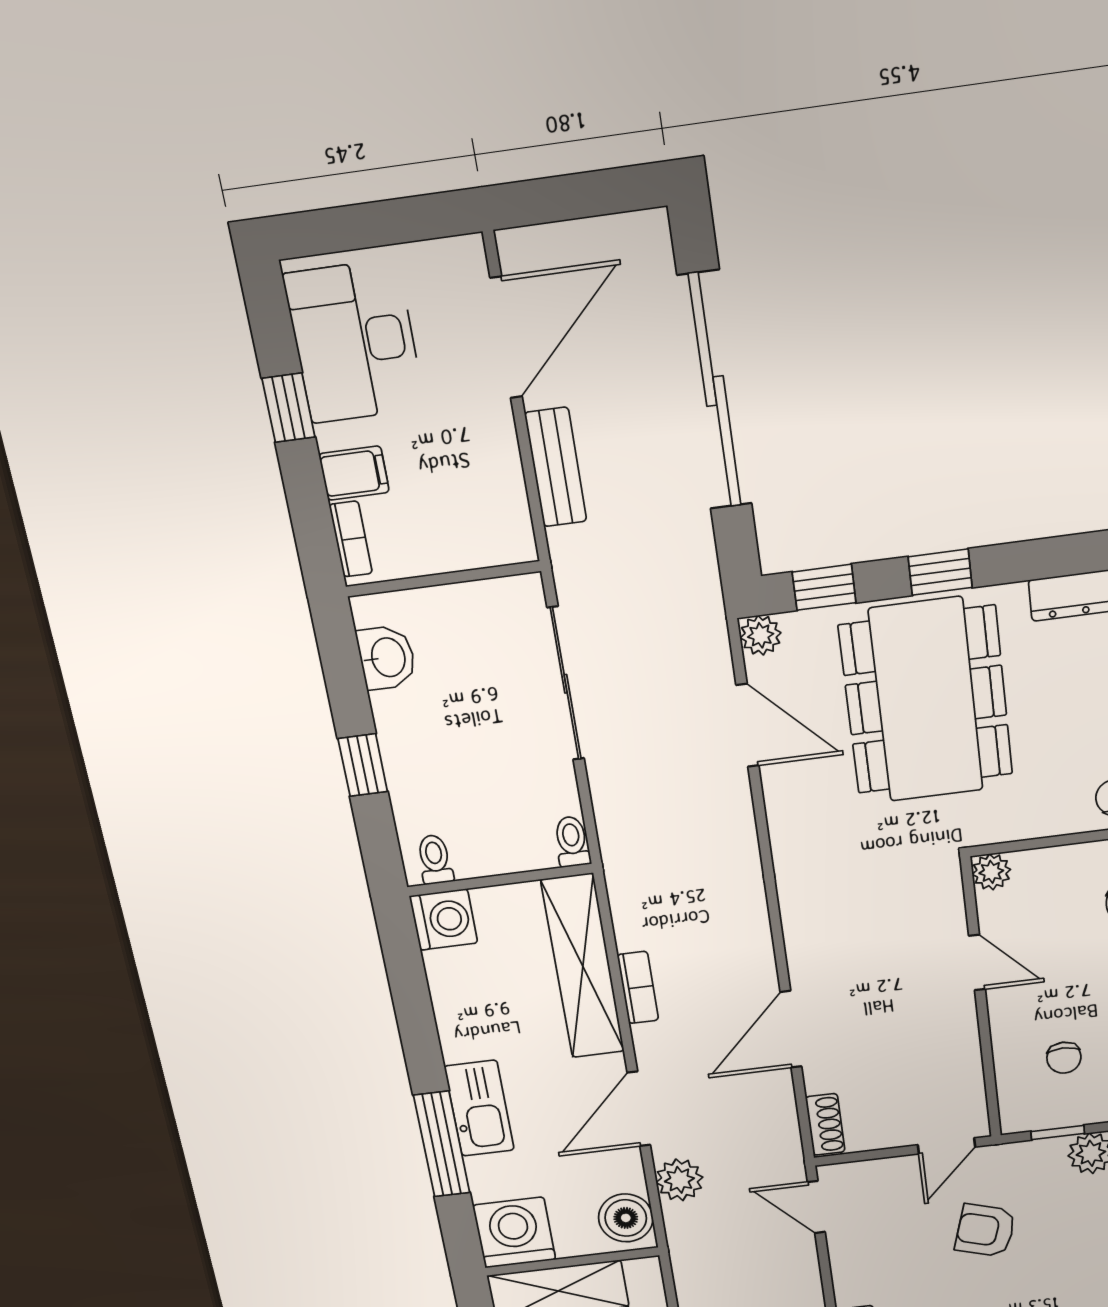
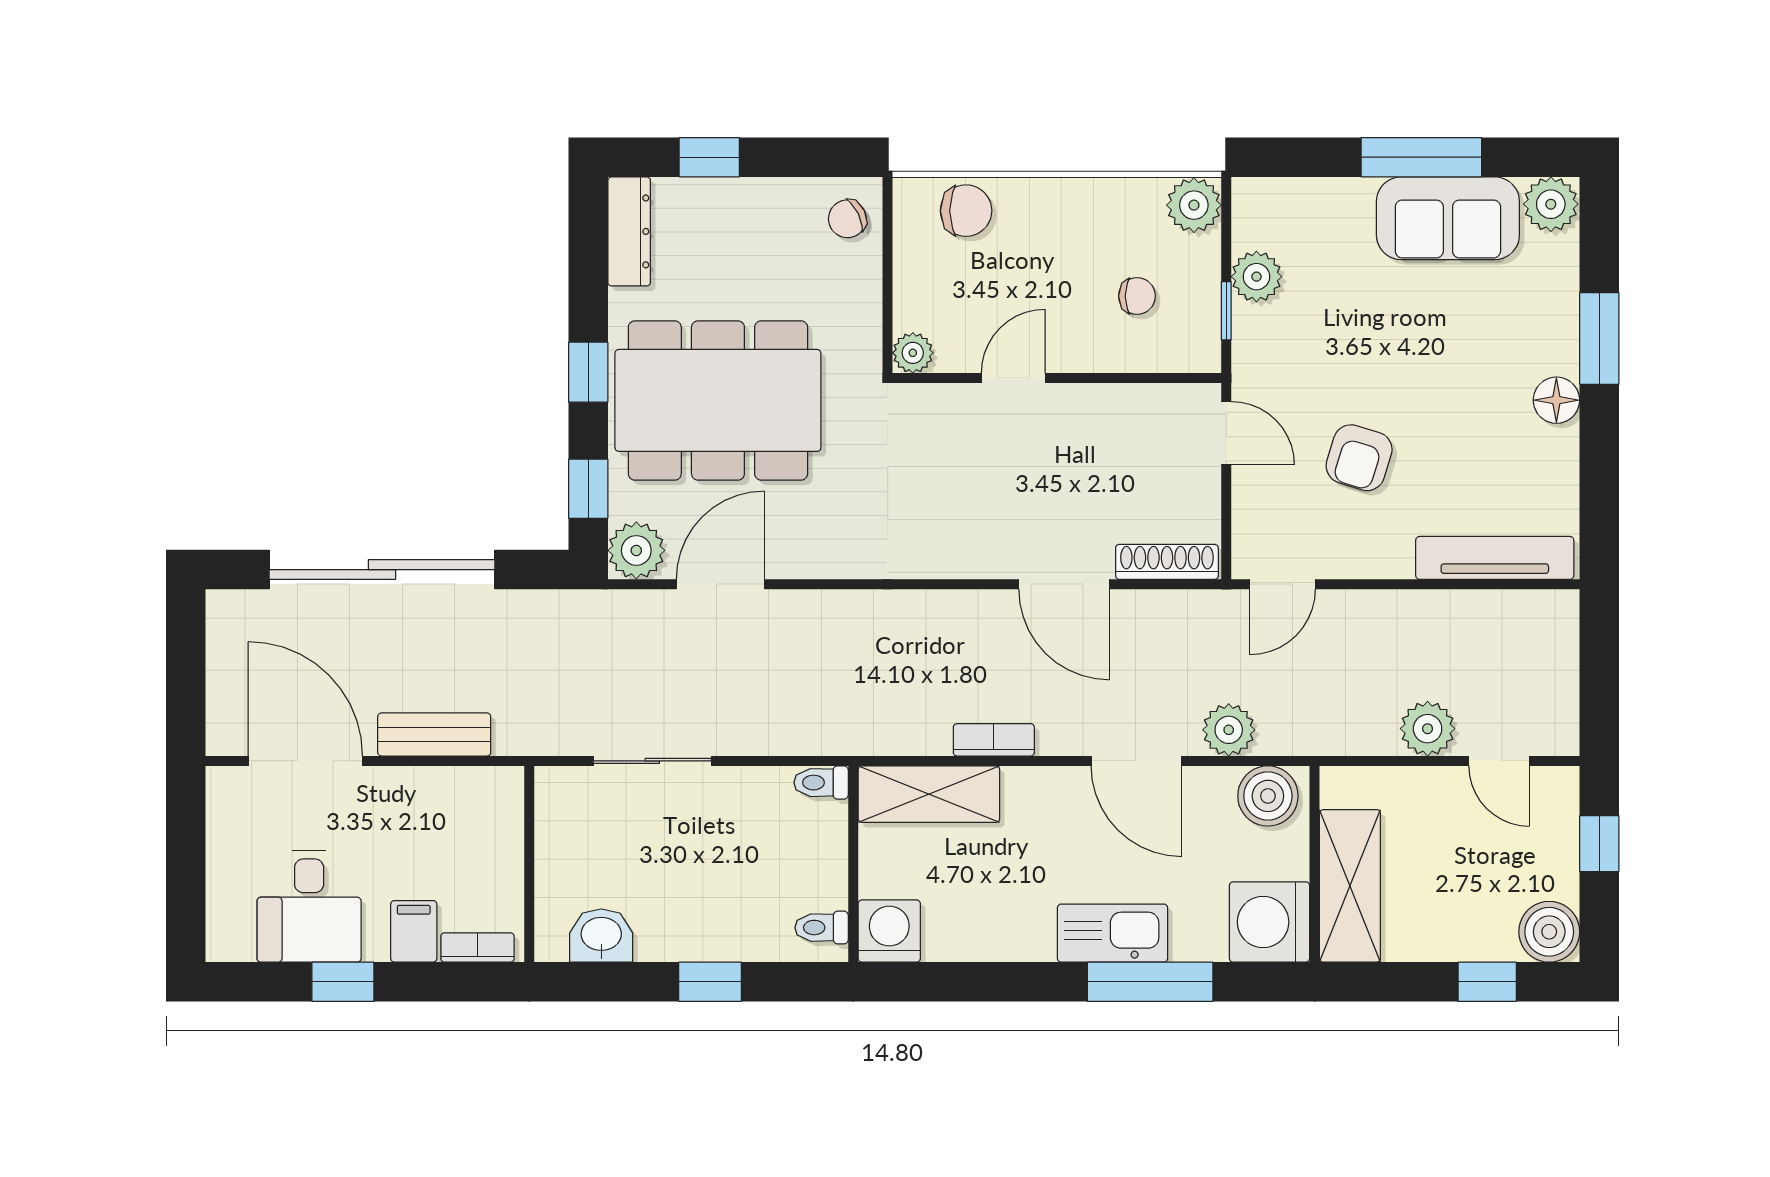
desk: (354, 342) -> (309, 906), width x0.73
plant: (761, 635) -> (636, 550), width x1.38, depth x1.38
sliding door: (566, 684) -> (652, 761), width x0.73
shelving: (583, 966) -> (929, 794), width x0.68
shoe rack: (825, 1124) -> (1167, 562), width x1.43
armchair: (985, 1230) -> (1359, 458), moved

